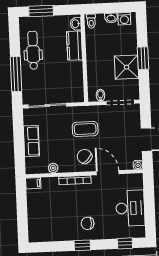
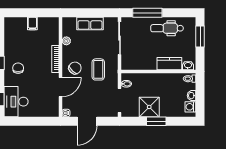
dental chair: (33, 50) -> (167, 28), turned 180
filing cabinet: (33, 183) -> (32, 23), moved
desk: (130, 208) -> (16, 102), moved, turned 90

